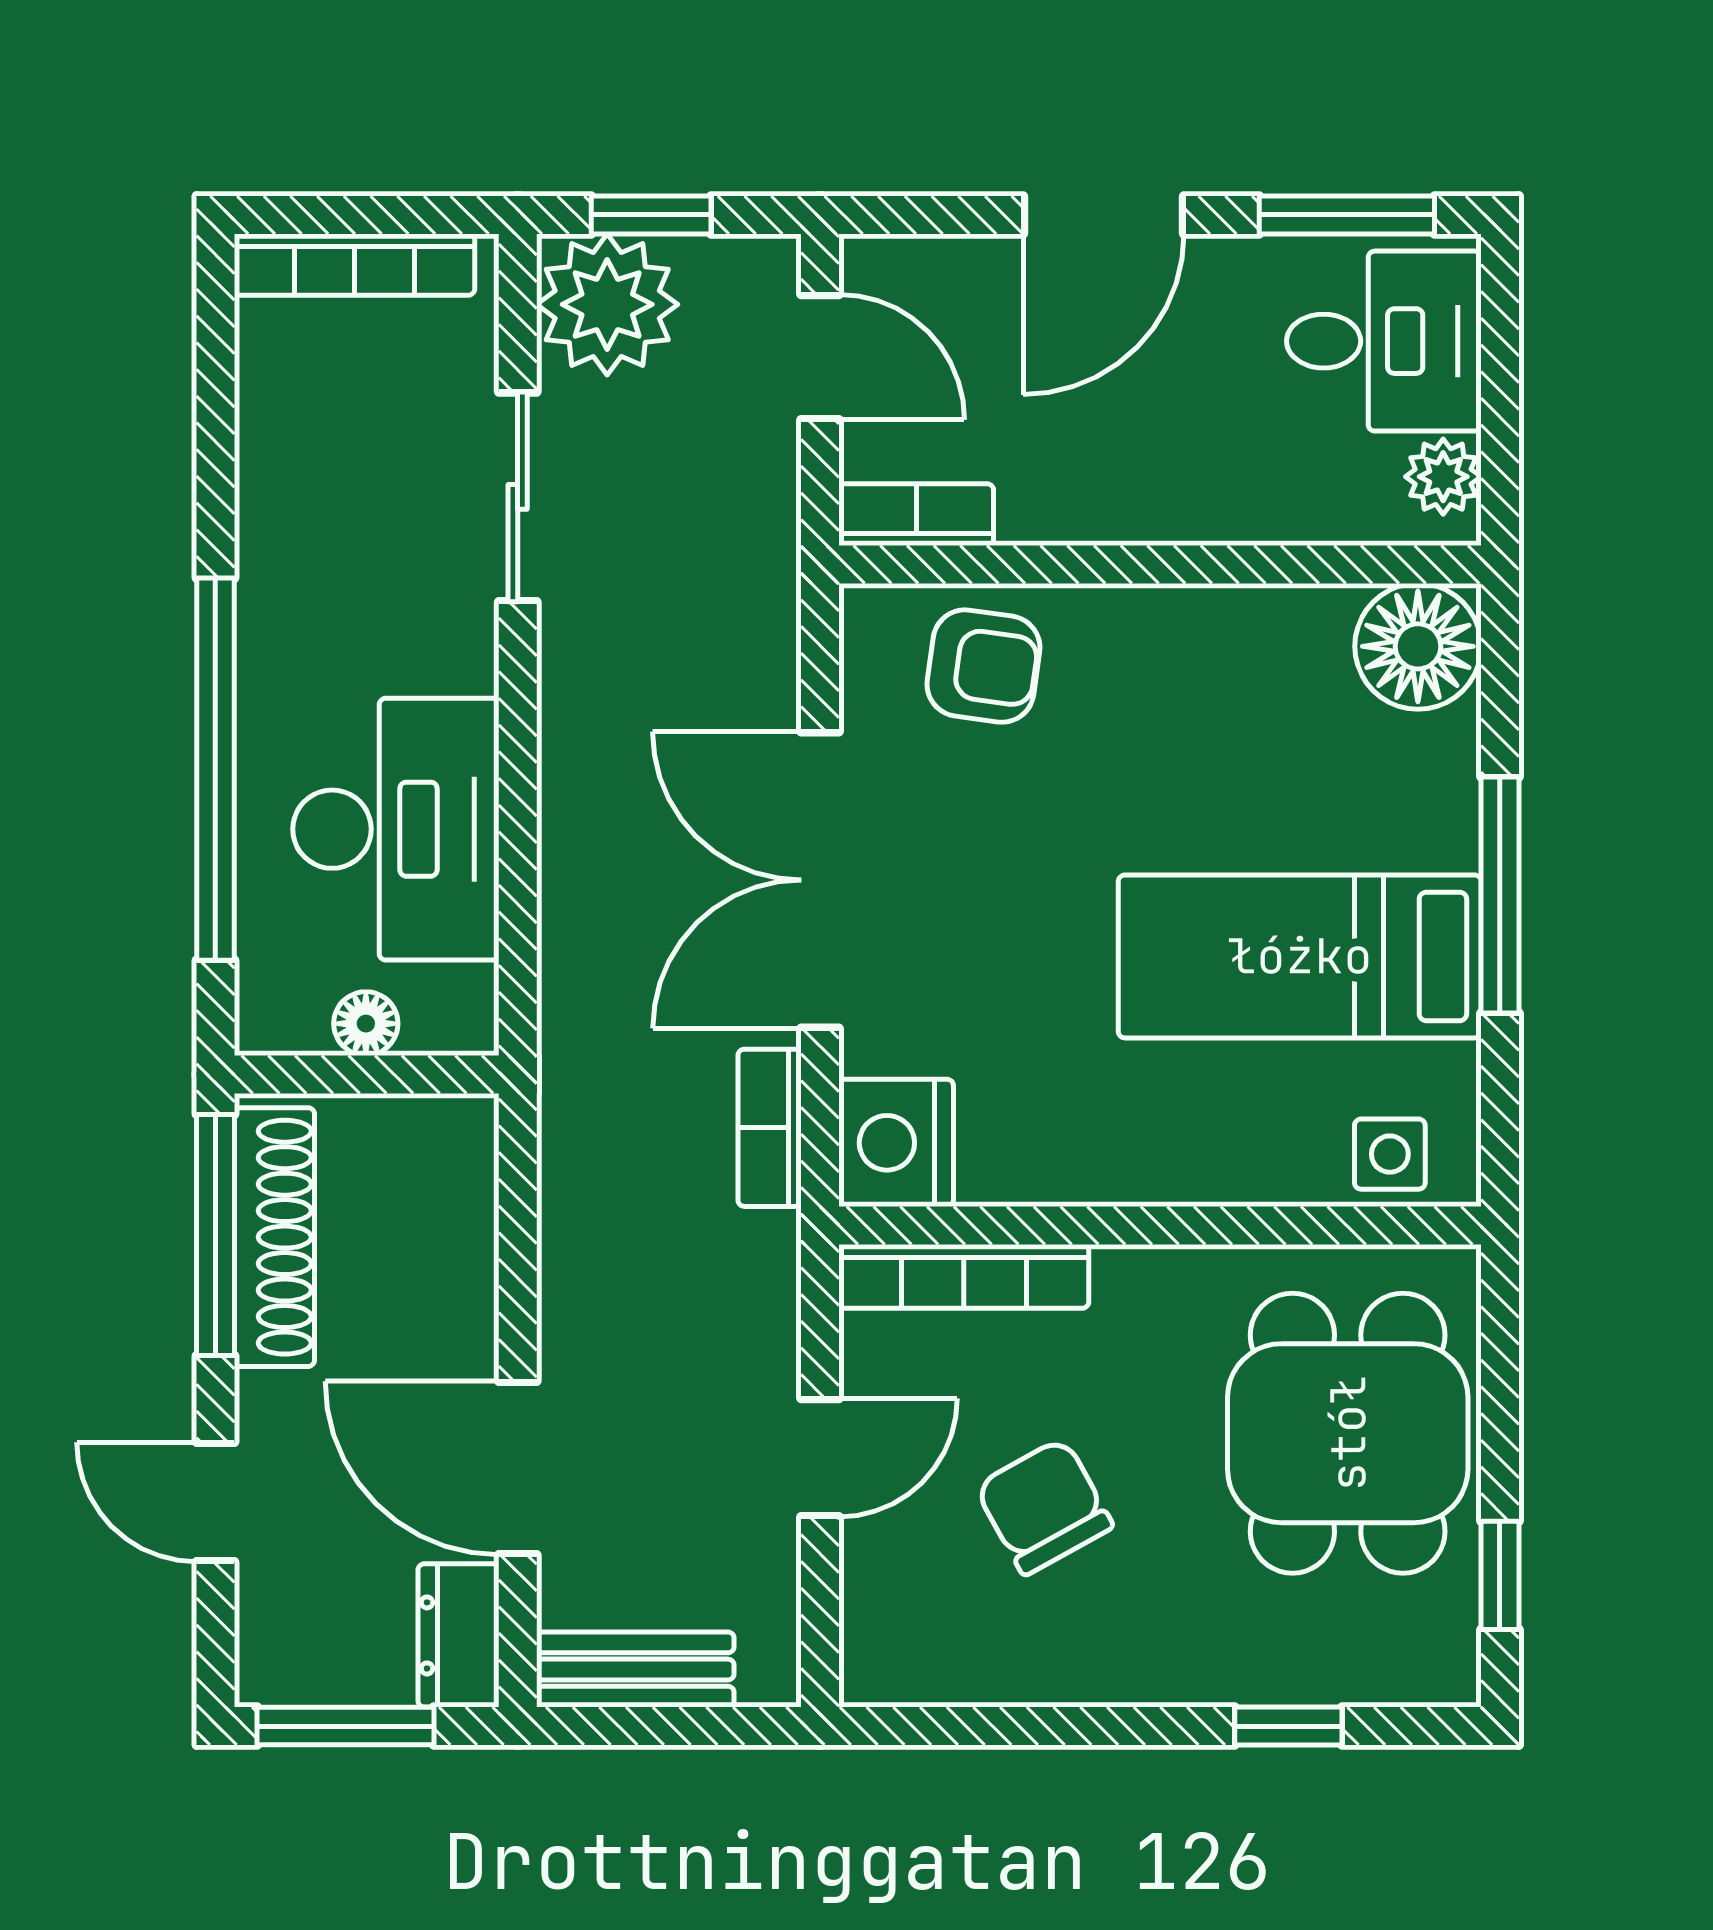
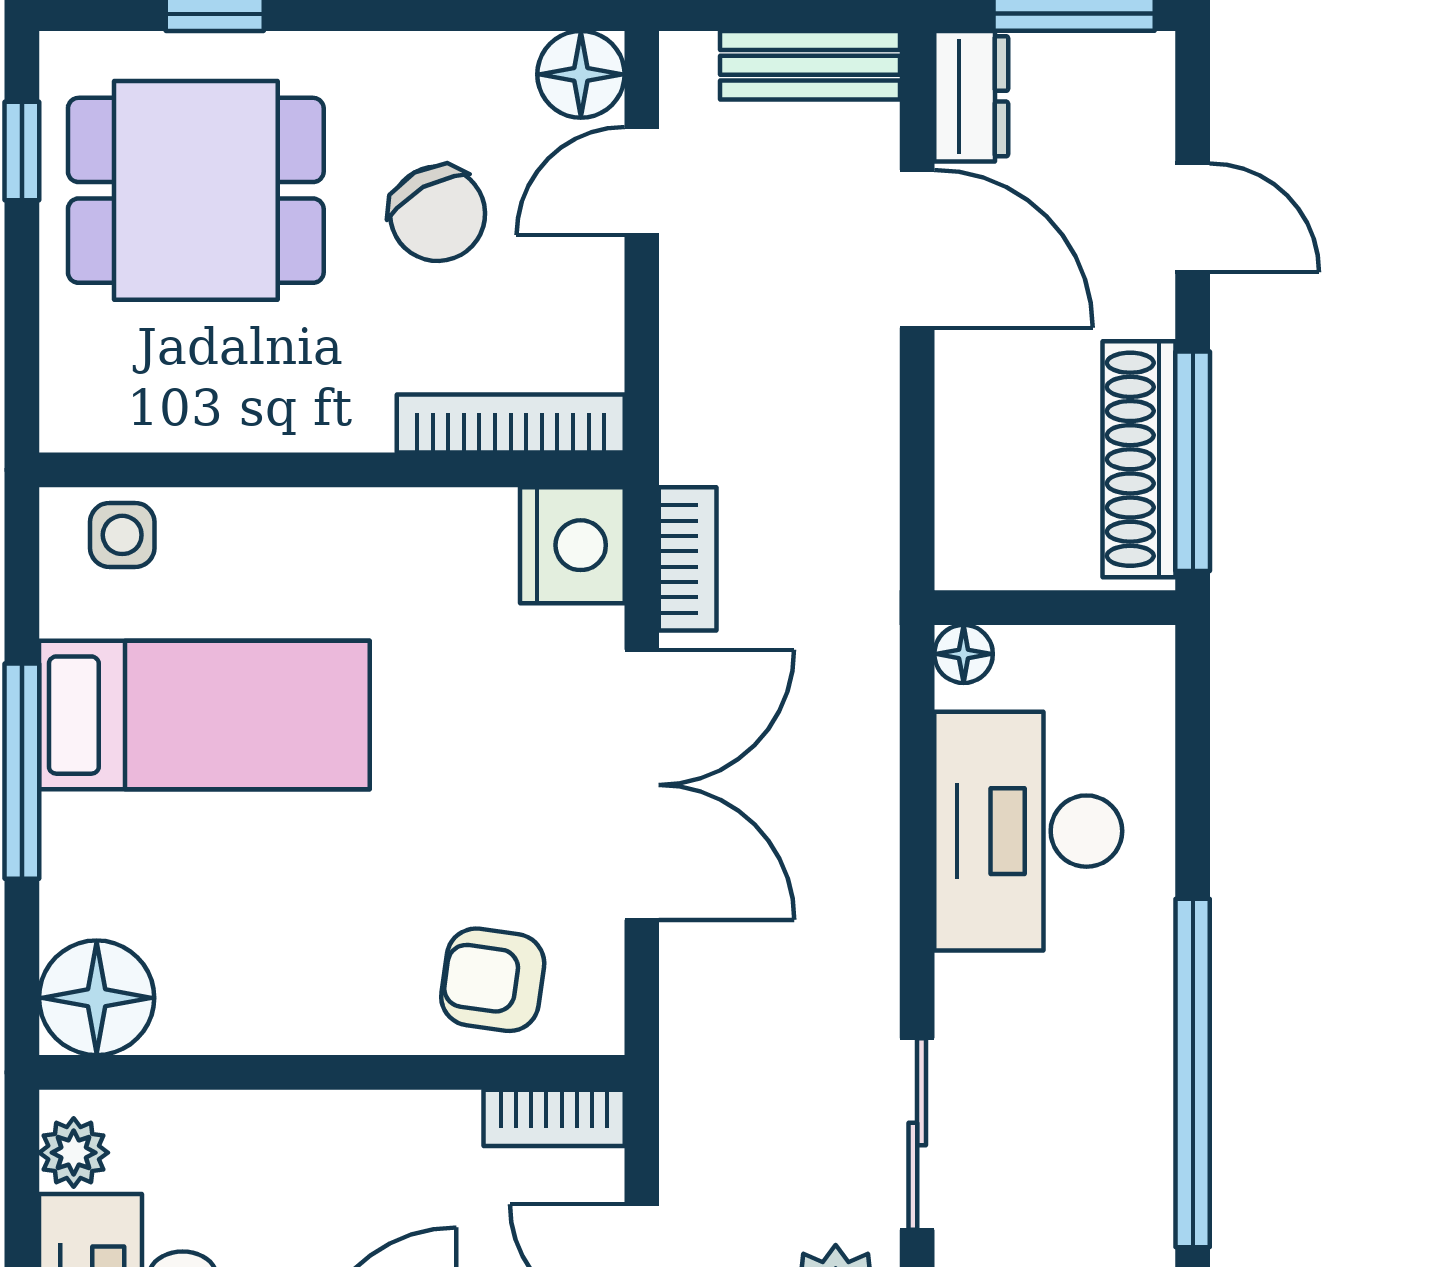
window: (215, 769) -> (1193, 1073), moved
floor lamp: (366, 1024) -> (964, 654), moved
dining table: (1348, 1433) -> (196, 190), moved, turned 90
door: (820, 1458) -> (642, 181), moved
floor lamp: (887, 1659) -> (581, 74), added

